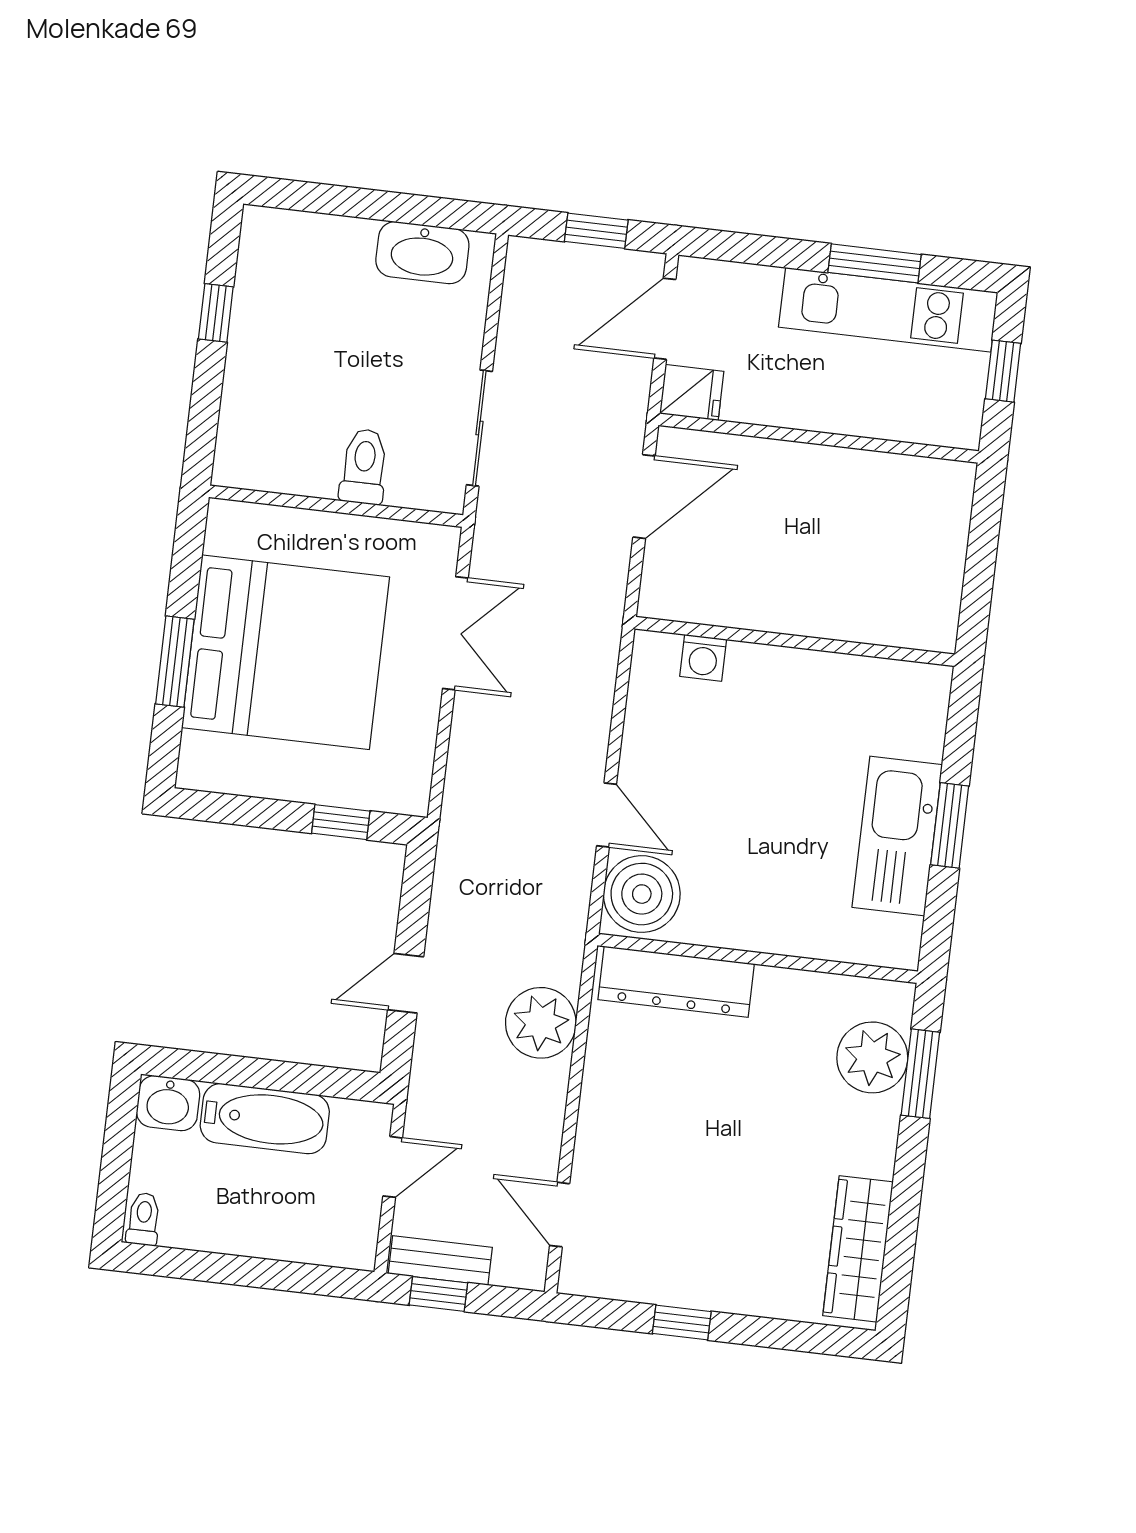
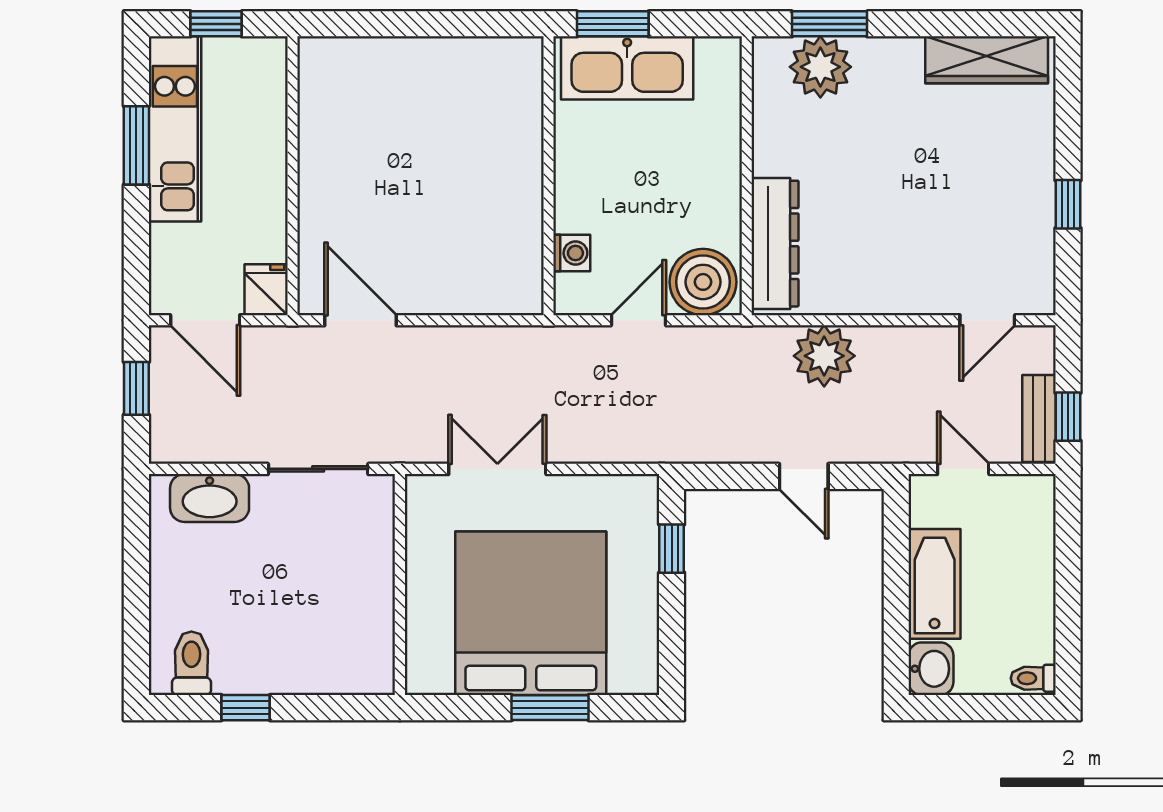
washbasin: (422, 253) -> (210, 498), moved, turned 90
toilet: (364, 467) -> (191, 663), moved, turned 90
wall: (795, 642) -> (549, 176), moved
washing machine: (703, 658) -> (572, 253), moved

